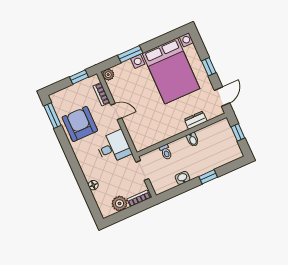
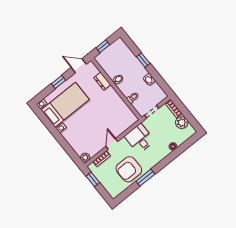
window: (130, 54) -> (65, 145), removed
bed with nightstands: (171, 71) -> (65, 105), width x0.73
window: (53, 116) -> (145, 178), moved

